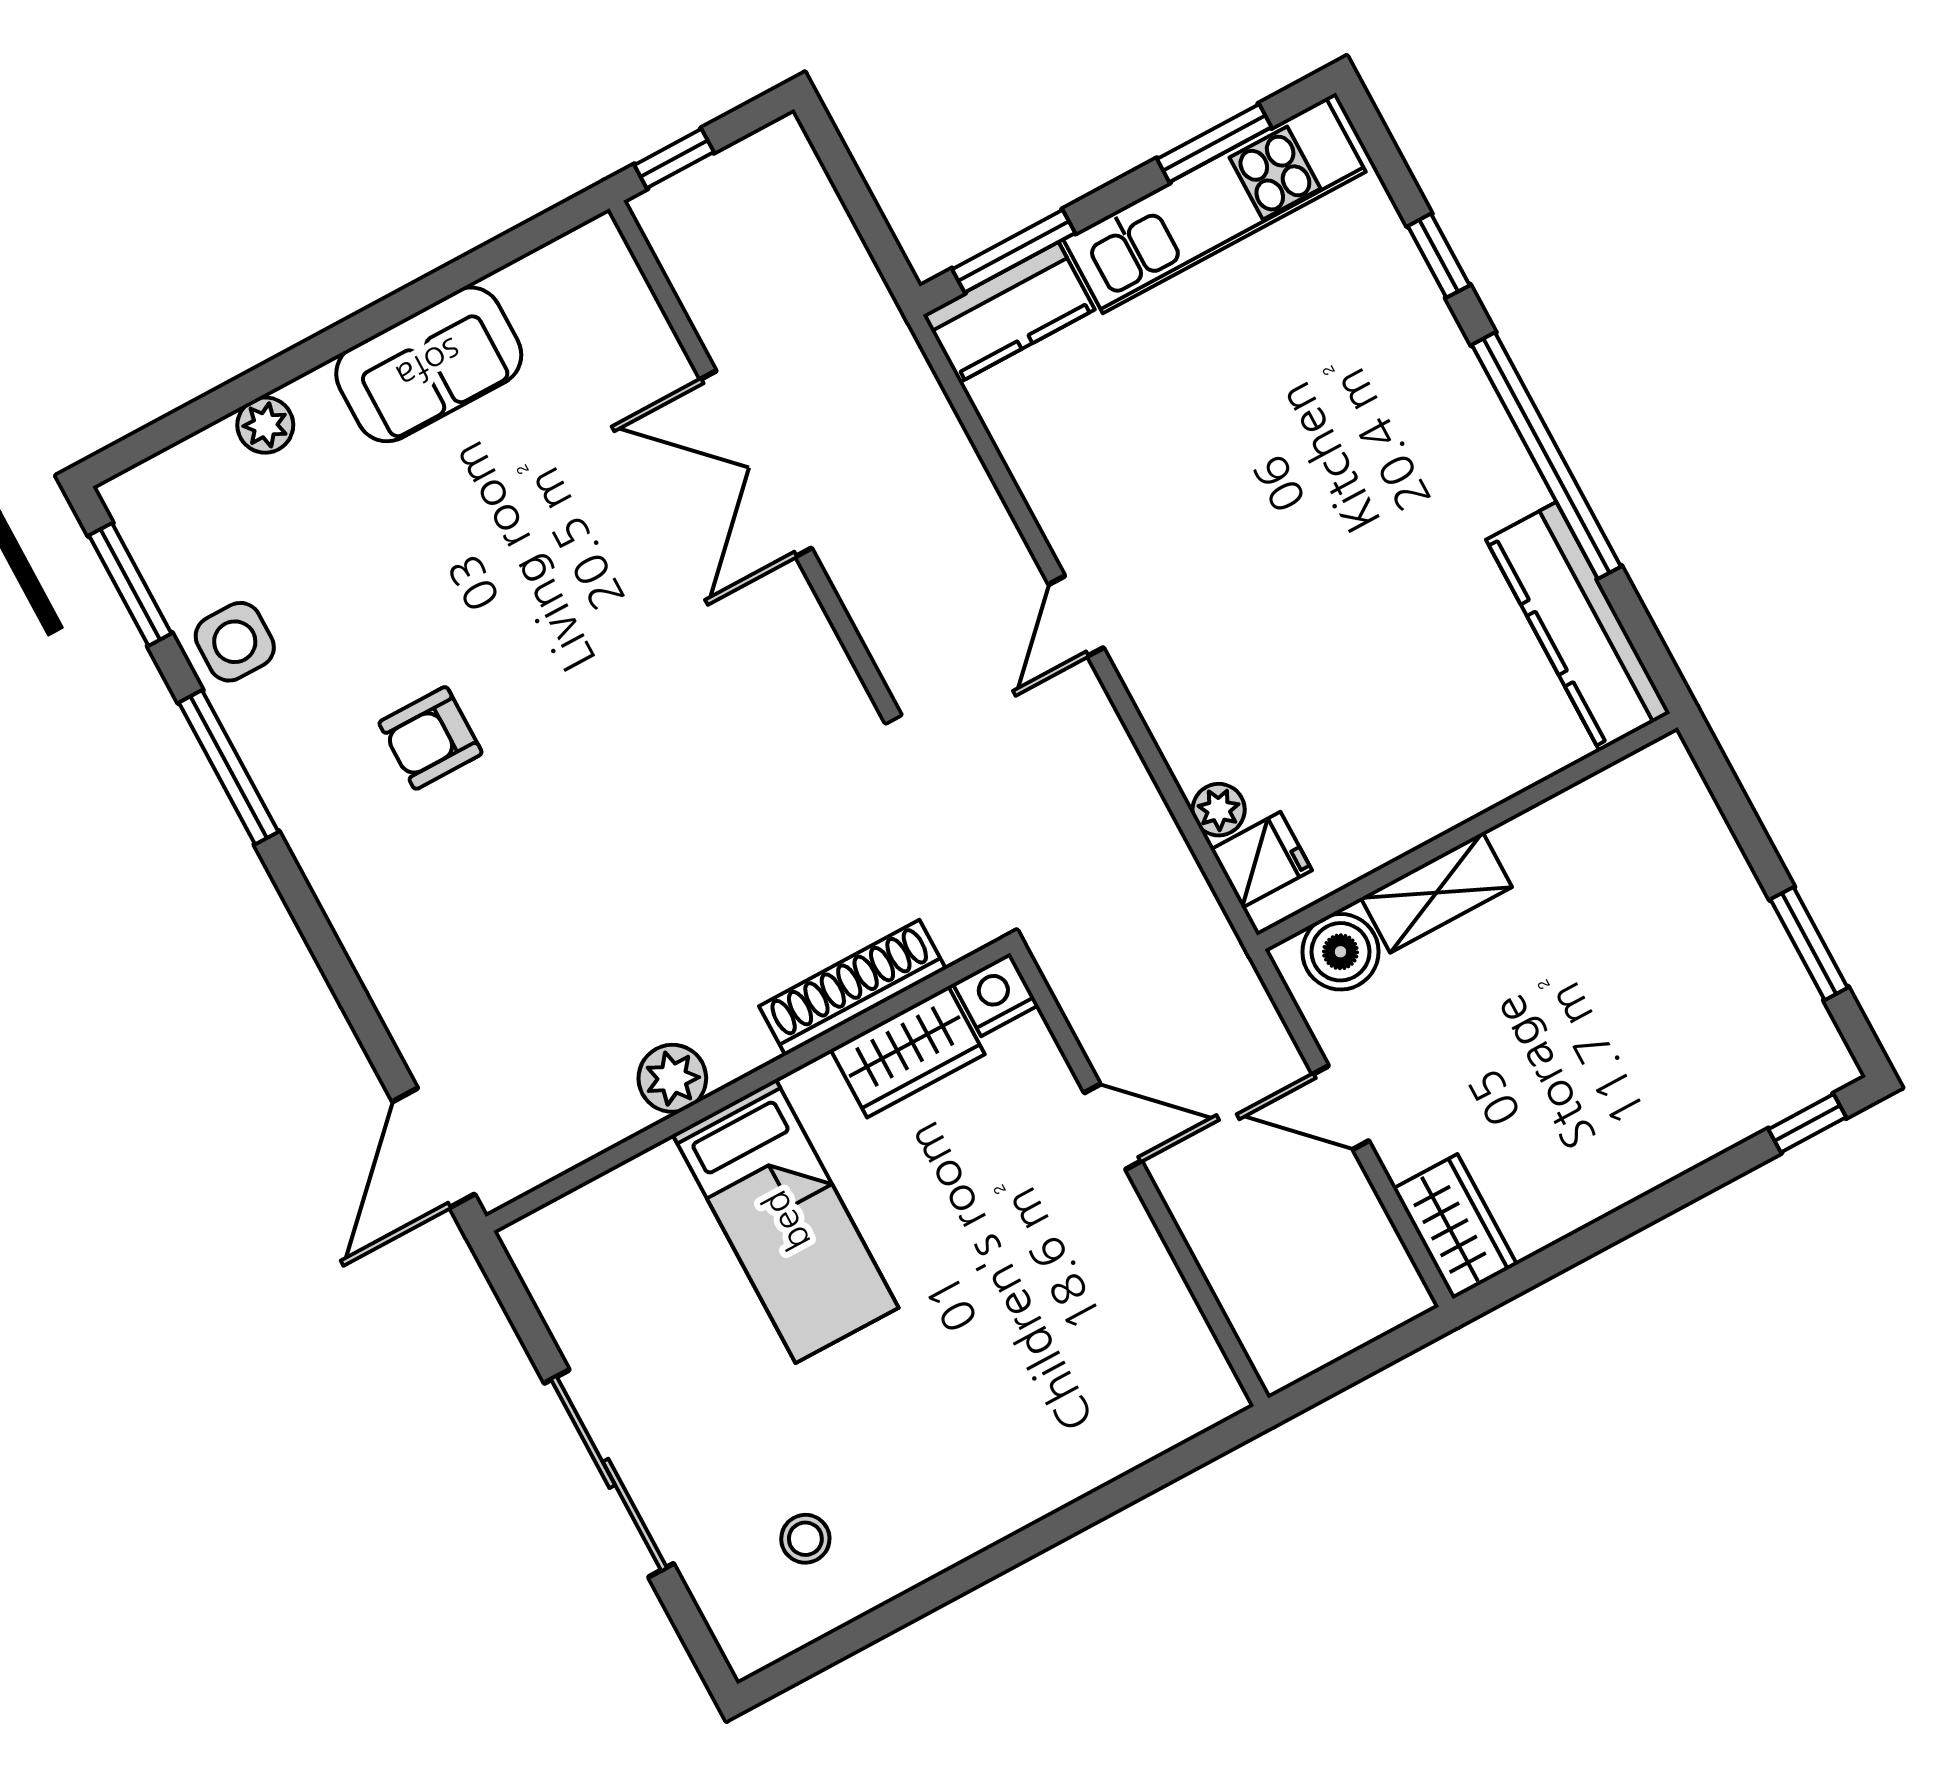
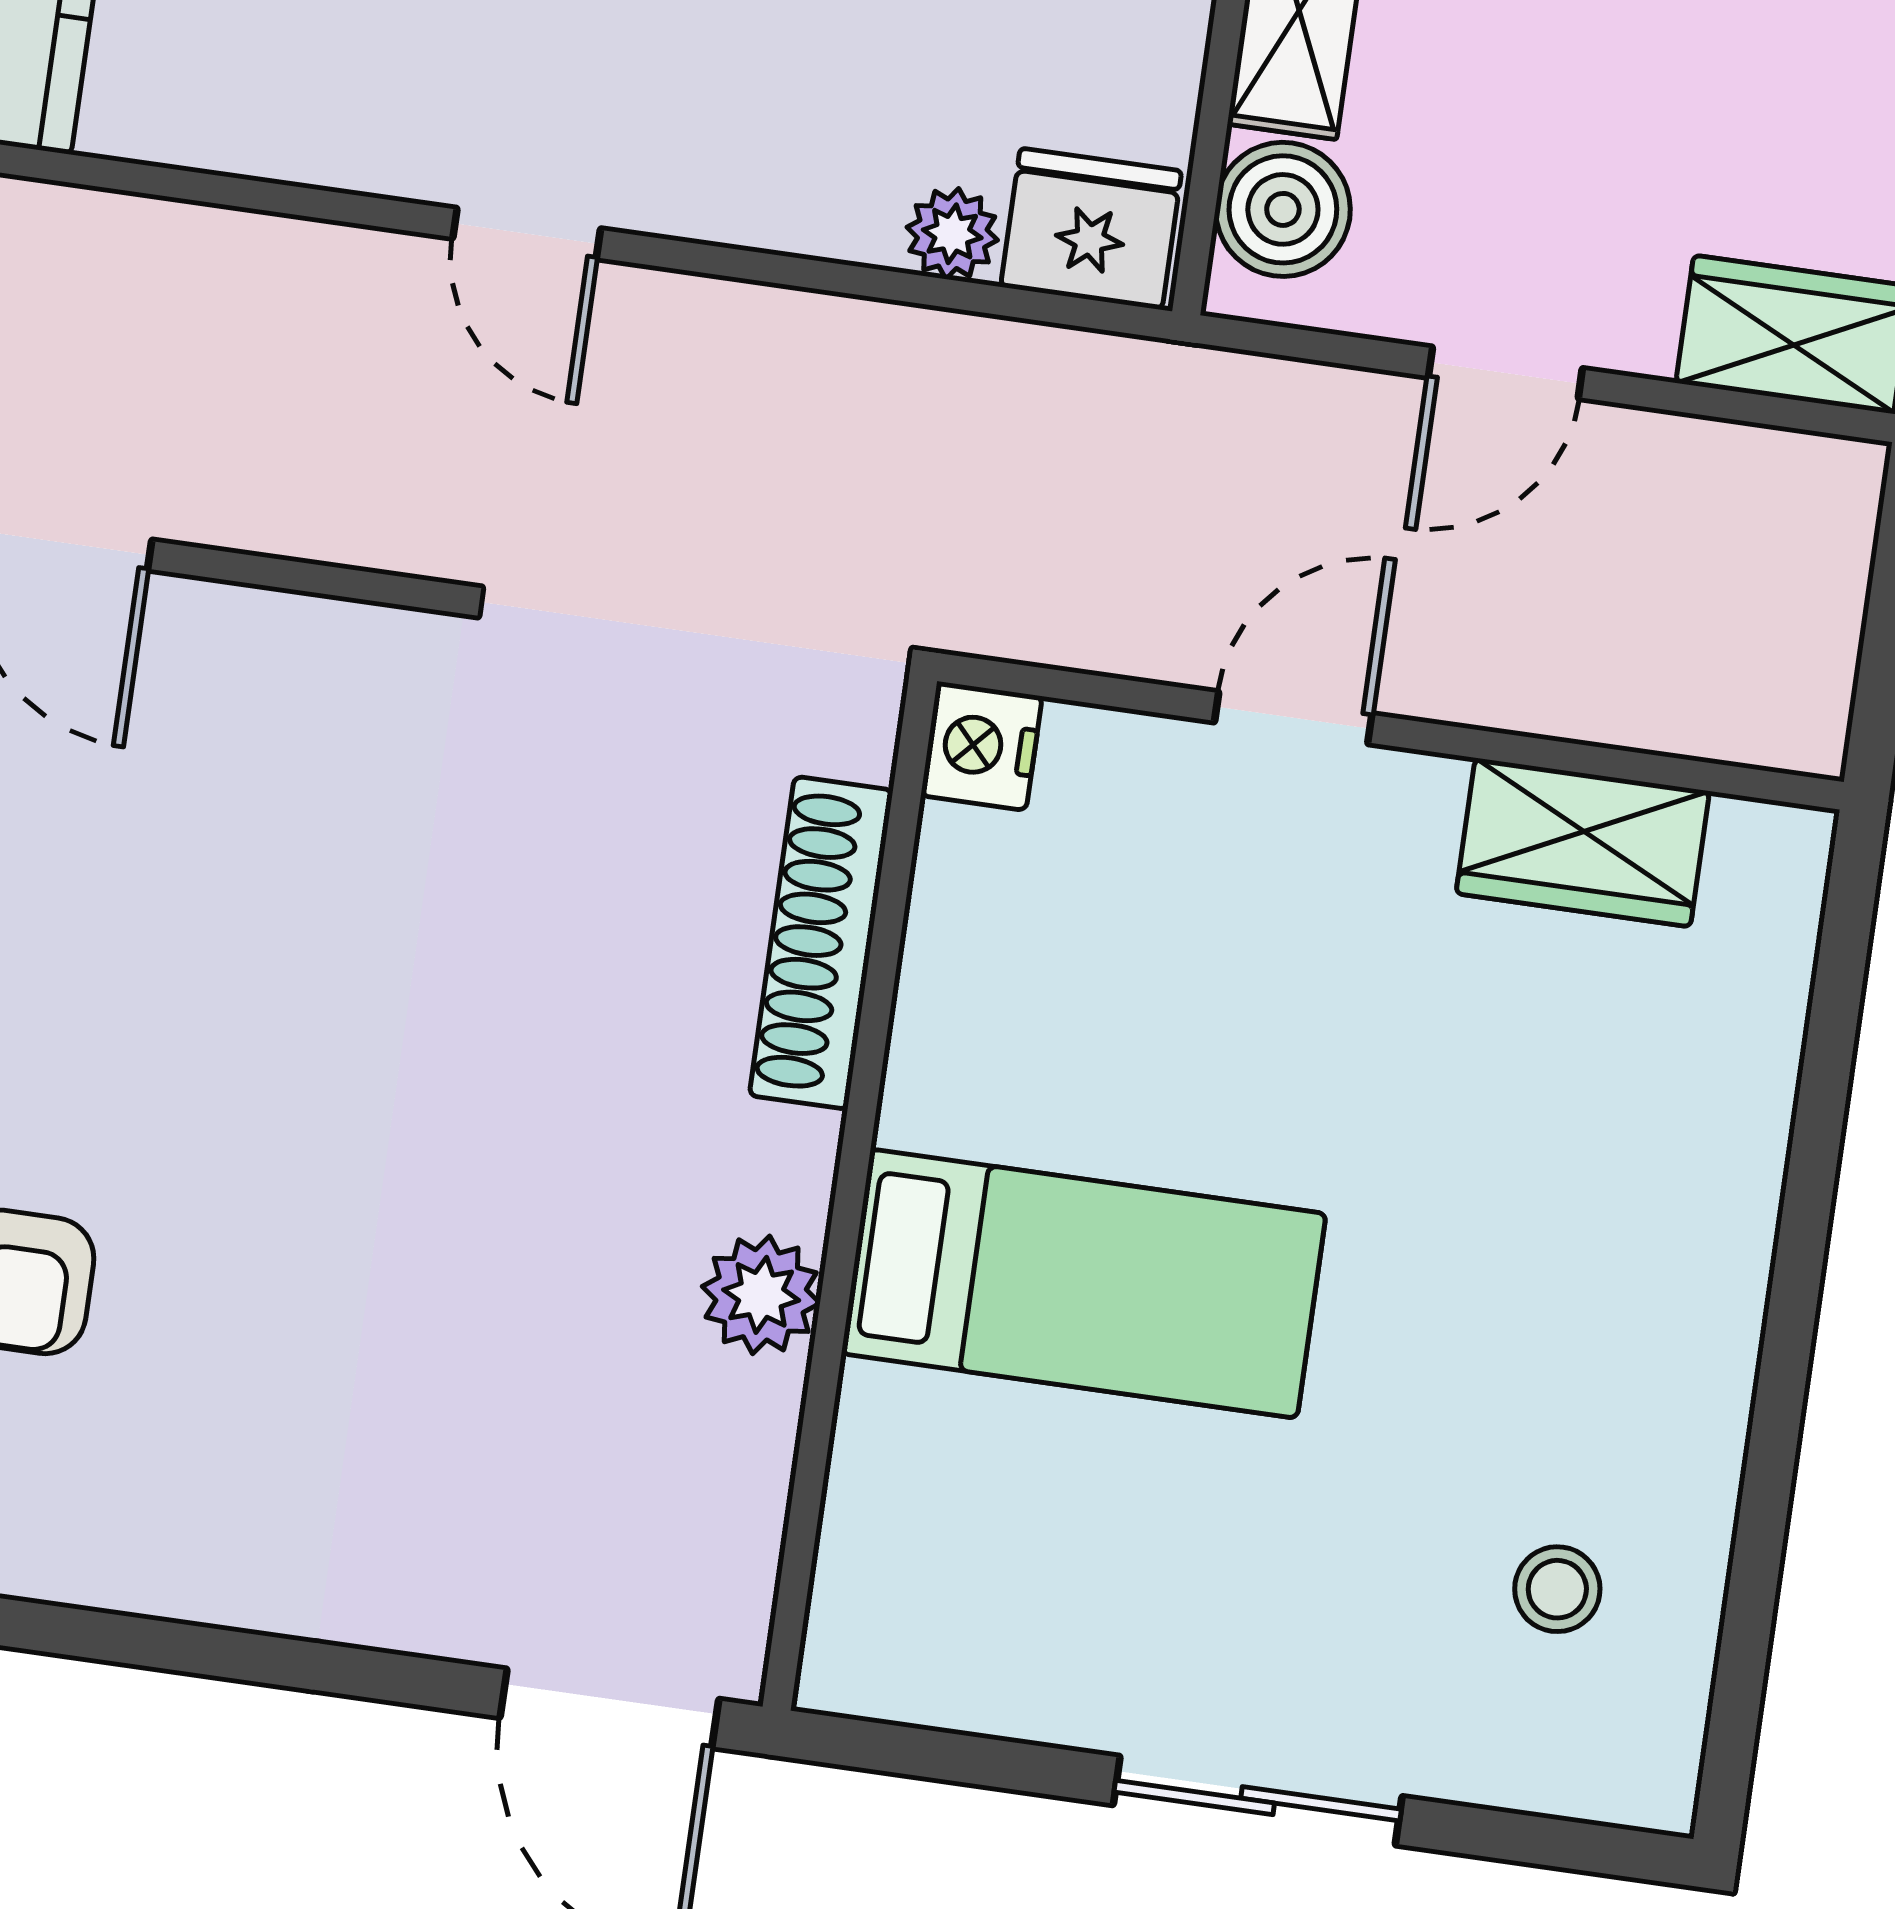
fridge: (1261, 860) -> (1091, 229), width x1.38
wardrobe: (908, 1052) -> (1583, 842), moved, turned 90
sliding door: (609, 1473) -> (1258, 1801), width x0.73

